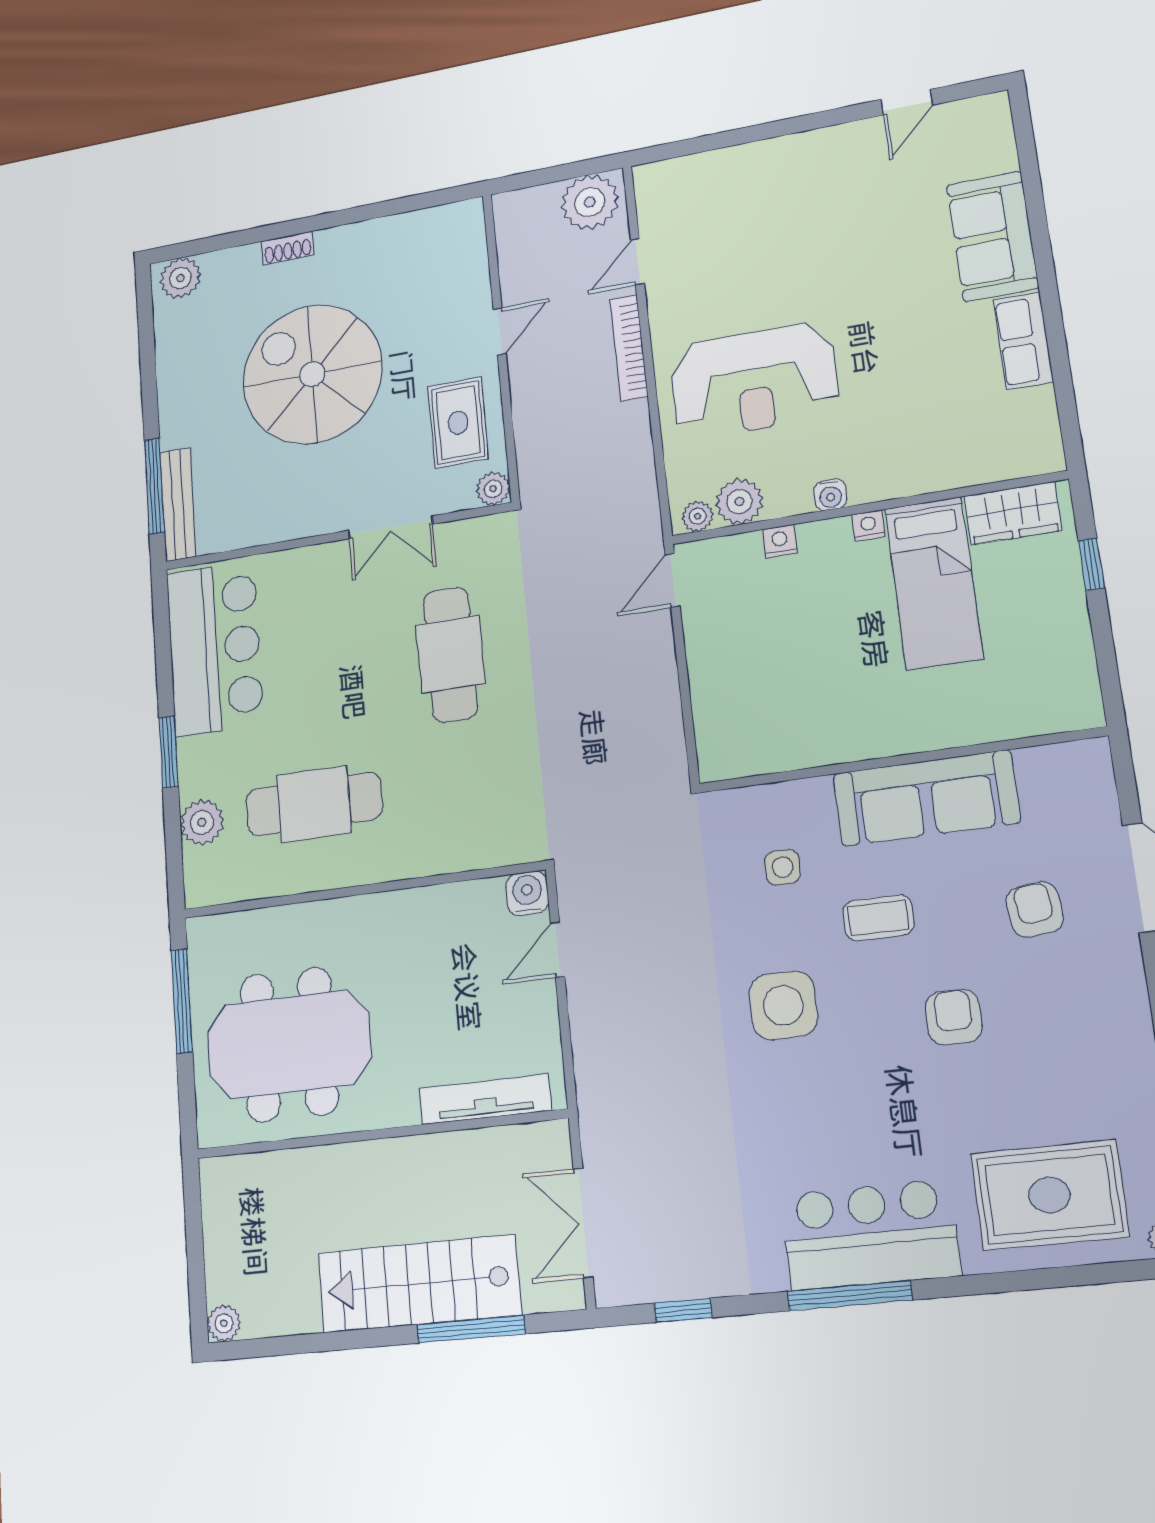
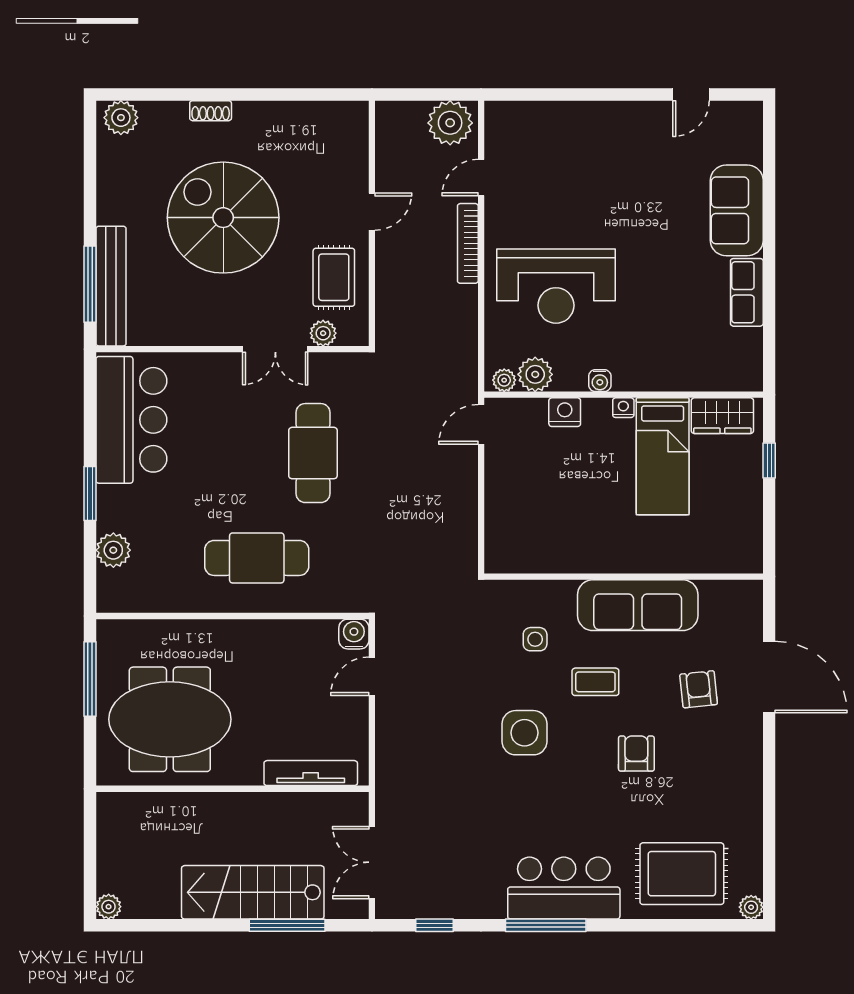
plant: (493, 489) -> (323, 333), moved
bench: (178, 504) -> (111, 286), width x1.37, depth x1.21
nightstand: (780, 541) -> (565, 412), width x1.39, depth x1.35
cafe table: (314, 804) -> (257, 558), moved

